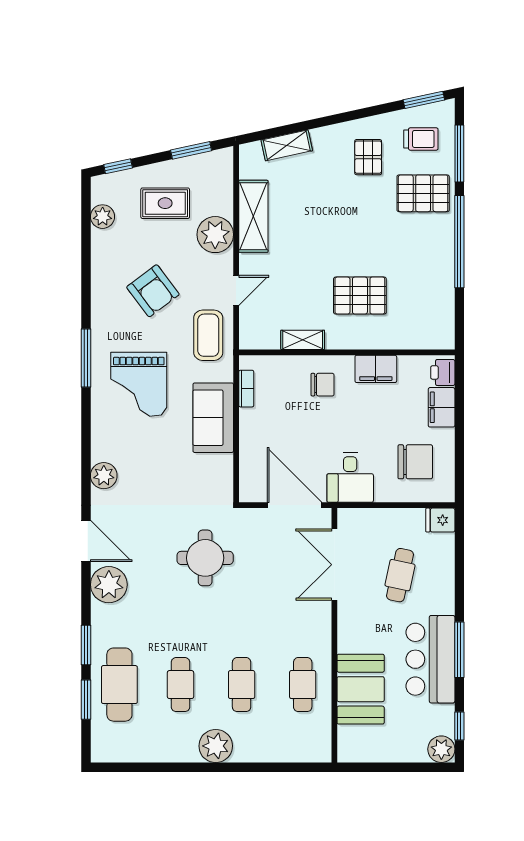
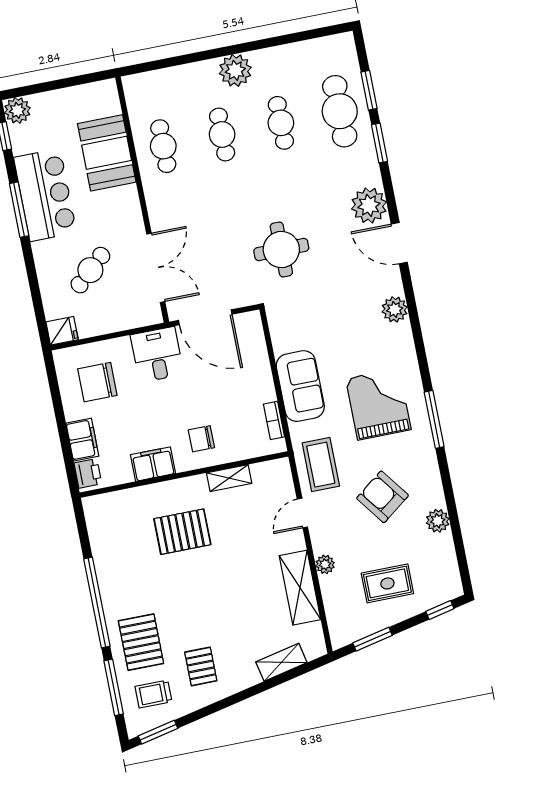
pallet: (423, 193) -> (141, 642), turned 90
plant: (103, 217) -> (438, 521), moved
plant: (215, 235) -> (325, 564), width x0.53, depth x0.53
cafe table: (400, 575) -> (90, 270), turned 36

